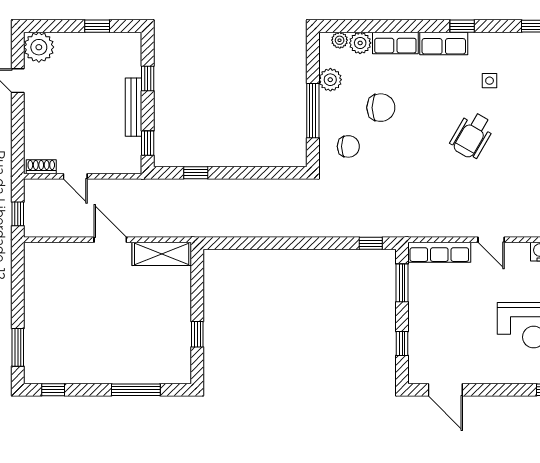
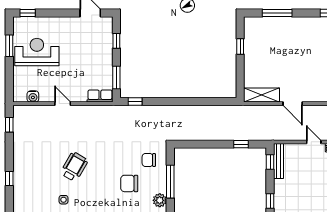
bench: (134, 107) -> (279, 161), moved
row of seats: (439, 252) -> (100, 96), width x0.68

